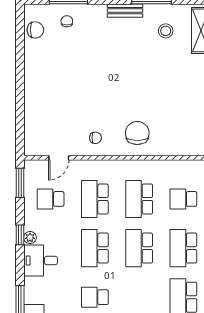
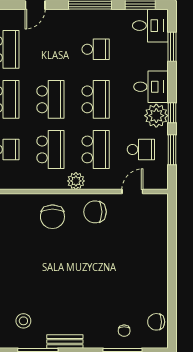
chair: (95, 138) -> (95, 212), width x1.87, depth x1.87
plant: (114, 168) -> (76, 181), added
window: (20, 183) -> (172, 150), moved
plant: (30, 238) -> (156, 116), width x1.88, depth x1.88

